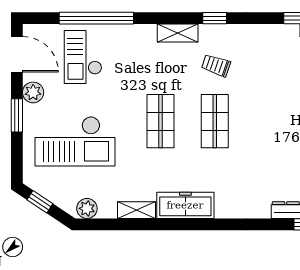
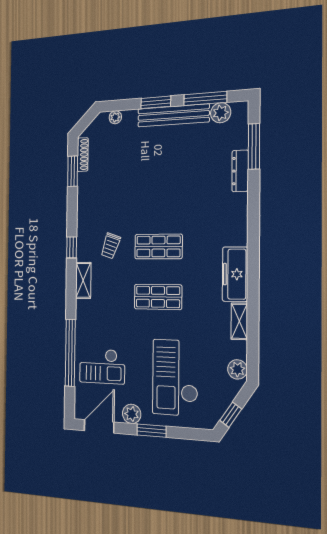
checkout: (75, 141) -> (175, 378), turned 180

